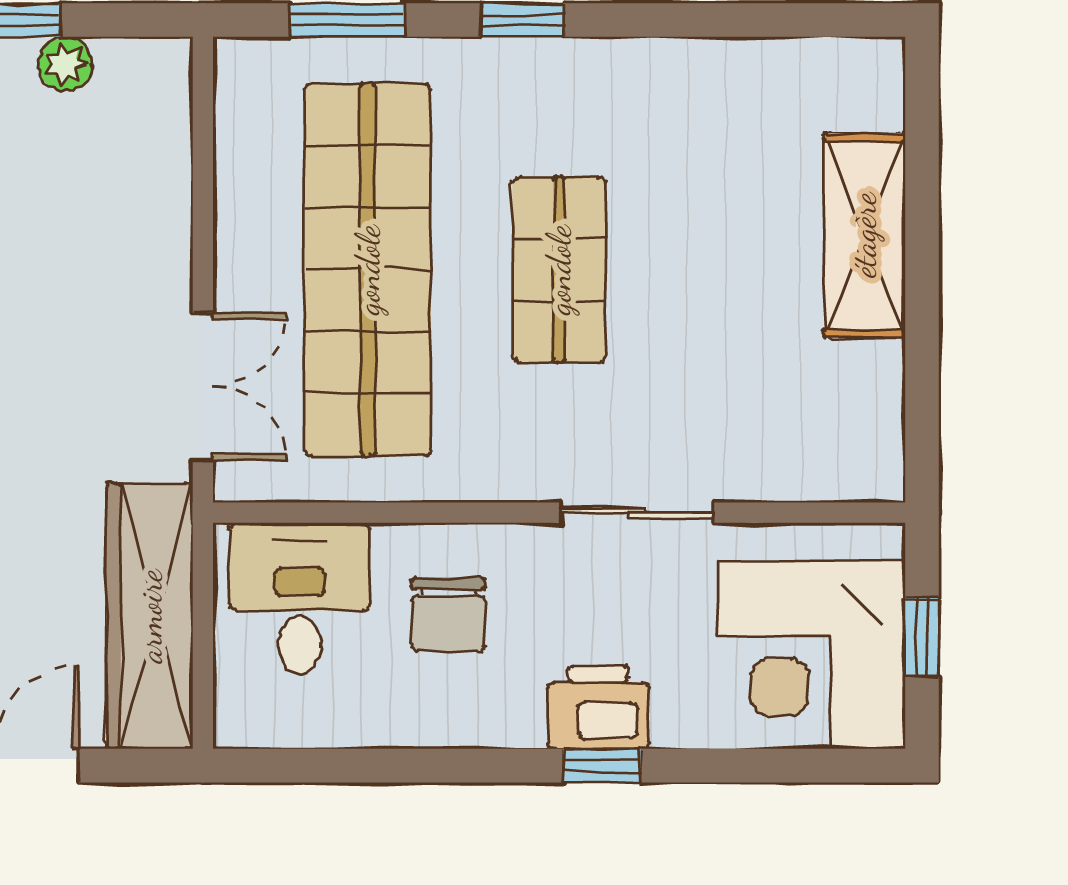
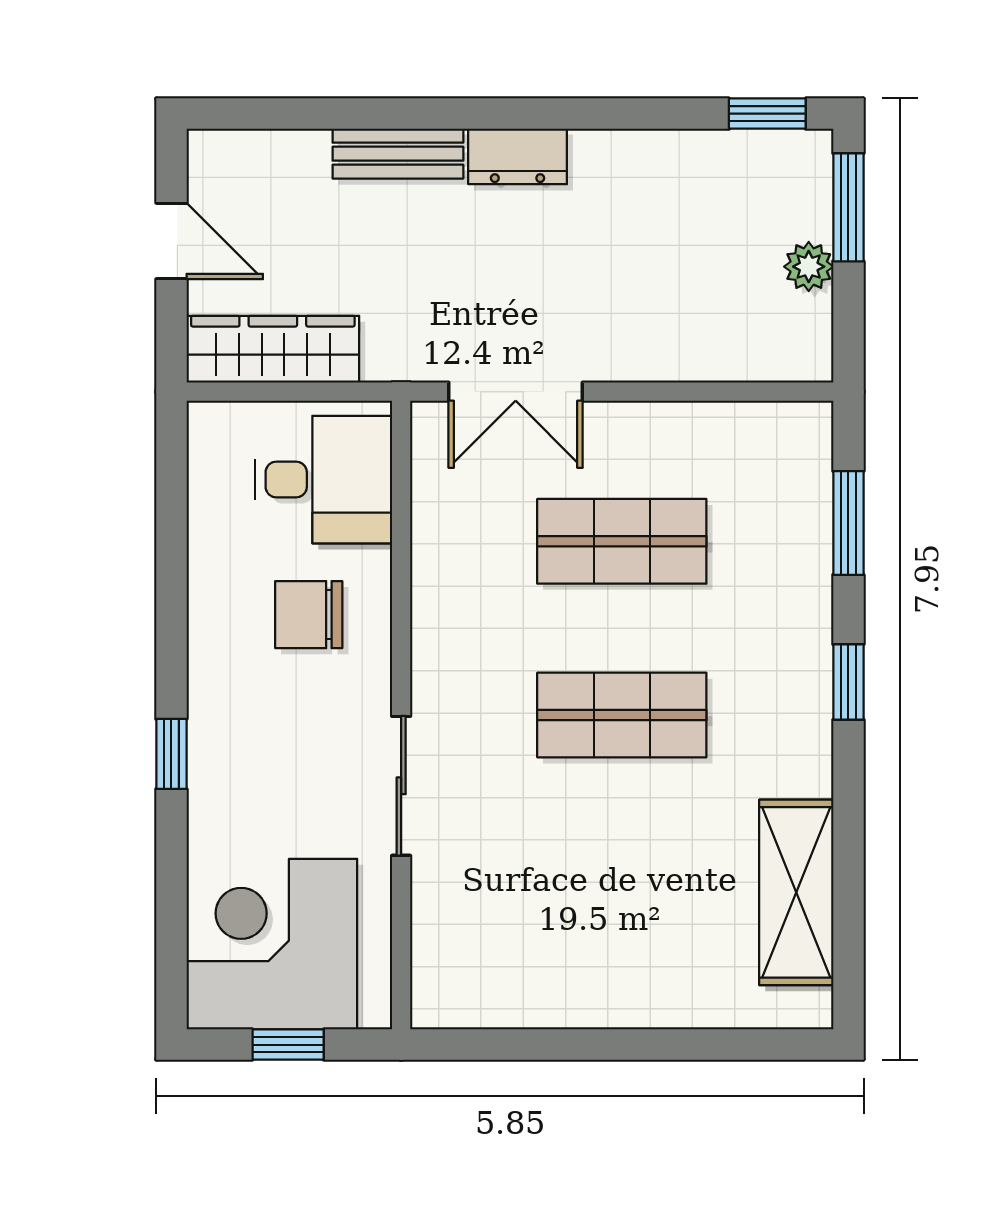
shelving: (864, 235) -> (796, 892), moved, turned 90
shop shelf: (368, 270) -> (622, 541), width x0.50, depth x0.74
wardrobe: (150, 616) -> (273, 349), width x0.71, depth x0.85
printer: (598, 707) -> (224, 751), removed

